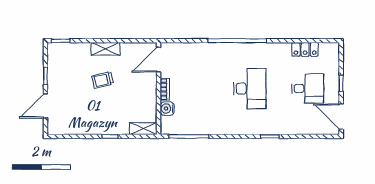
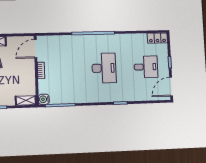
locker: (305, 49) -> (157, 38), moved
water cooler: (167, 109) -> (44, 99), moved
door: (341, 117) -> (171, 87), hinge flipped

